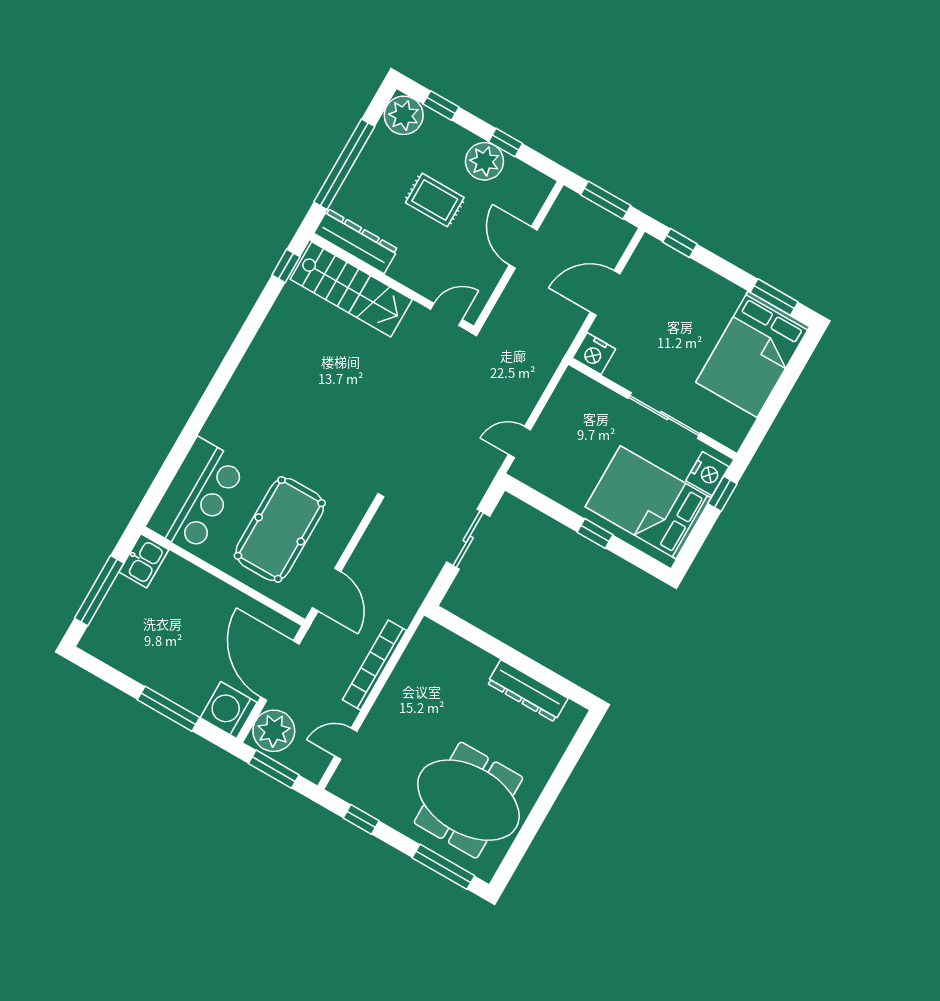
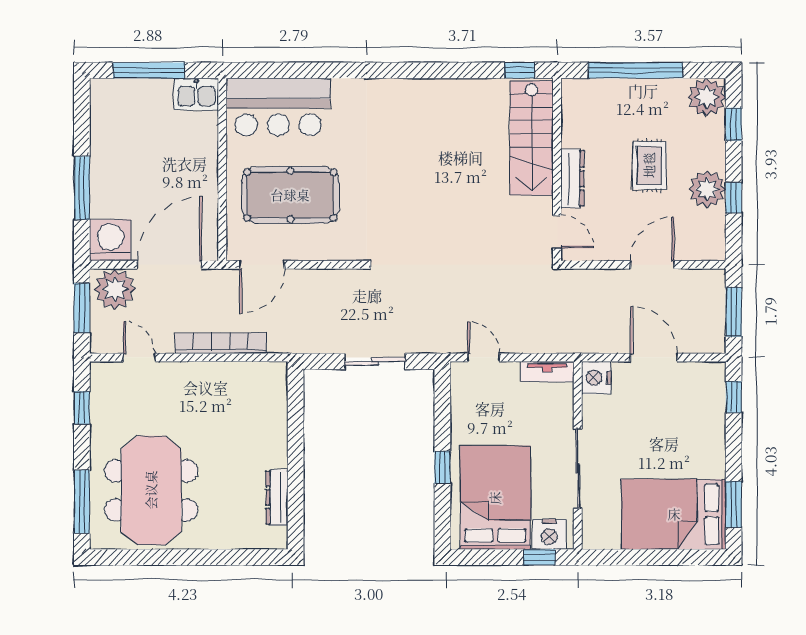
dresser: (356, 241) -> (572, 179), moved, width x0.73, depth x0.80
tv unit: (564, 394) -> (547, 372), added
dresser: (528, 691) -> (277, 497), width x0.73, depth x0.80

